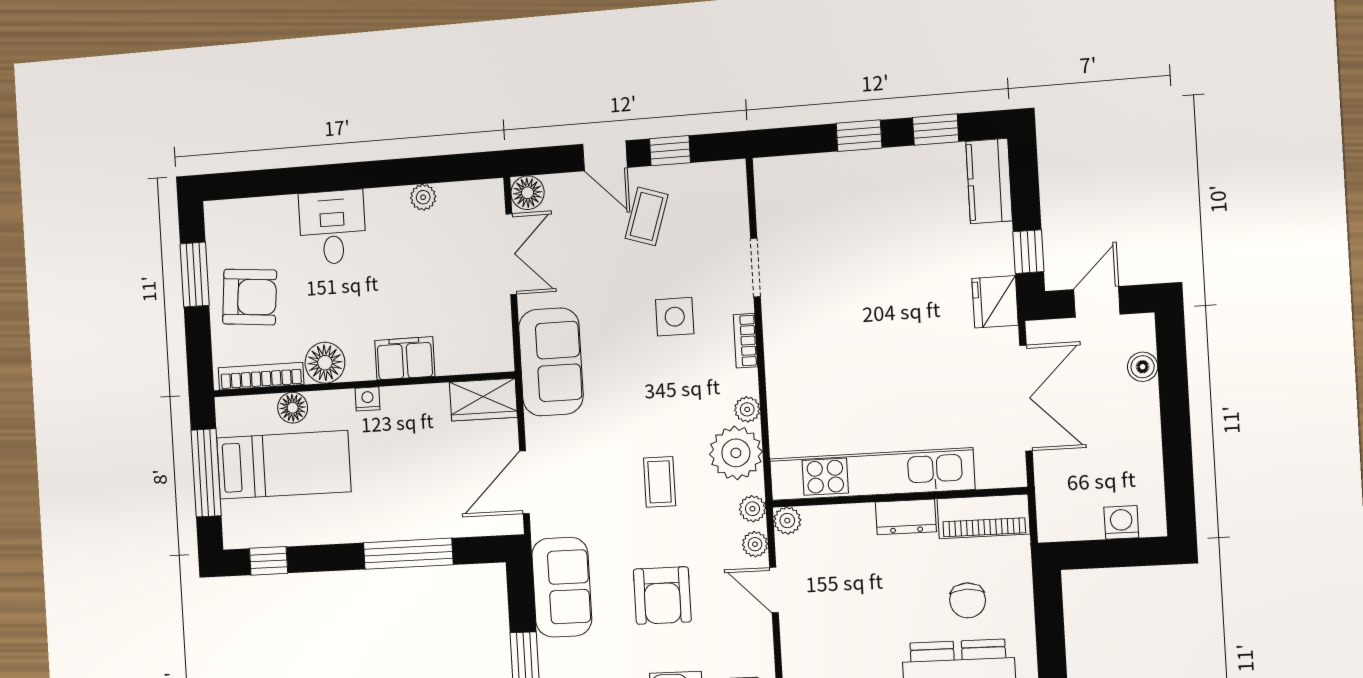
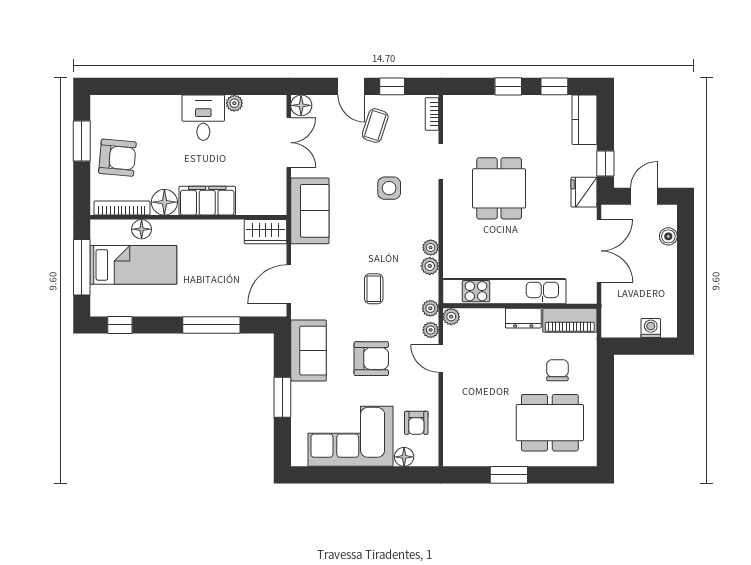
desk: (332, 227) -> (203, 118), moved
dining table: (854, 305) -> (499, 188), added
bookcase: (746, 341) -> (432, 114), moved
filing cabinet: (405, 358) -> (207, 201), width x1.50, depth x1.17
nightstand: (368, 399) -> (191, 227), removed
plant: (736, 453) -> (430, 266), width x0.53, depth x0.53
armchair: (662, 595) -> (371, 359), turned -90
chair: (968, 600) -> (557, 370), turned 180

